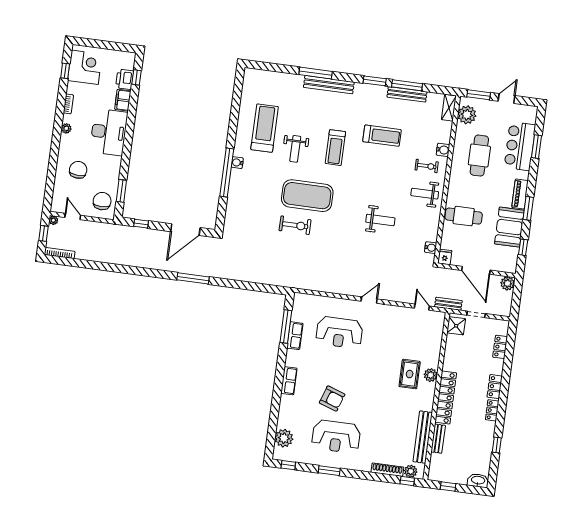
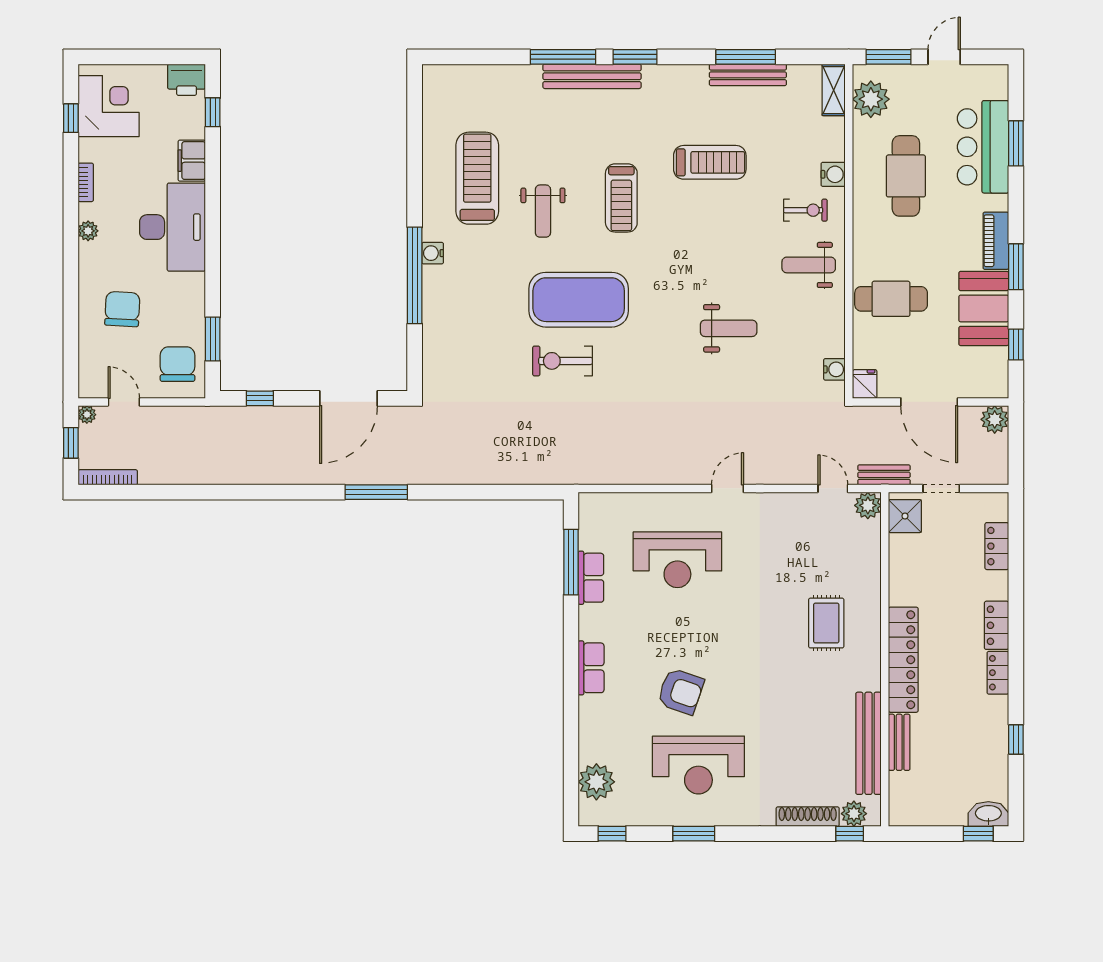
printer: (125, 79) -> (187, 80), moved, turned -90
window: (375, 81) -> (635, 57), moved
exercise bike: (295, 225) -> (563, 361), turned 180
plant: (431, 375) -> (868, 505), moved
window: (448, 486) -> (978, 834), moved

